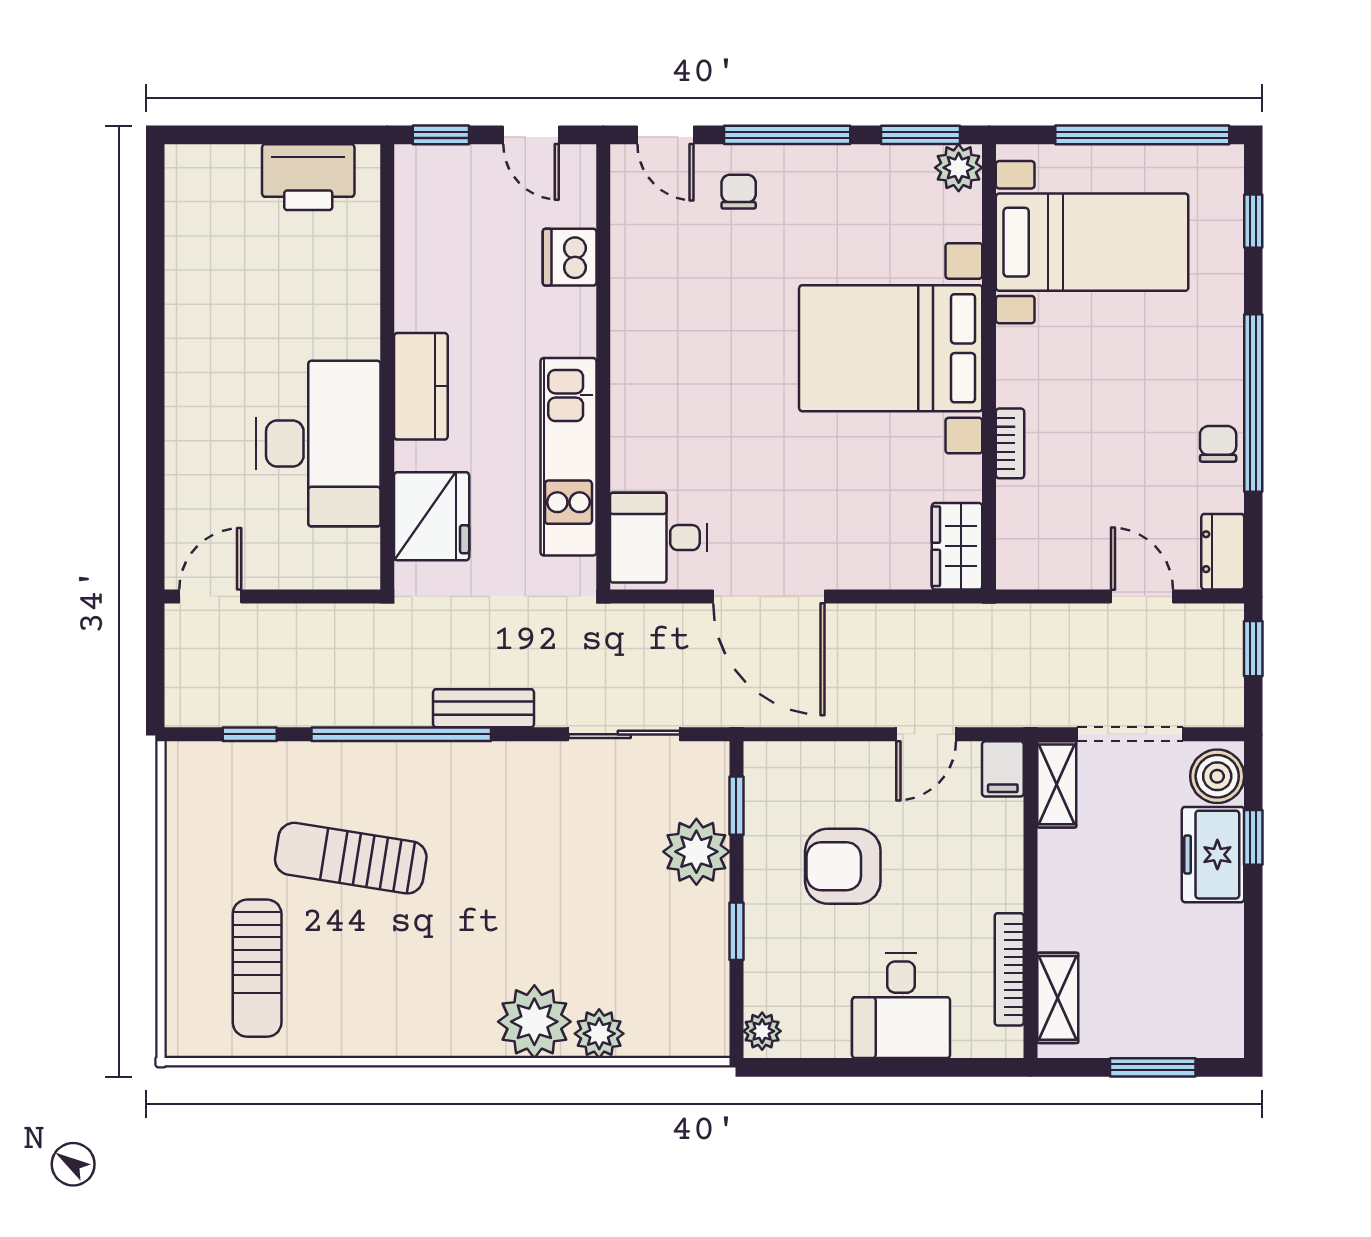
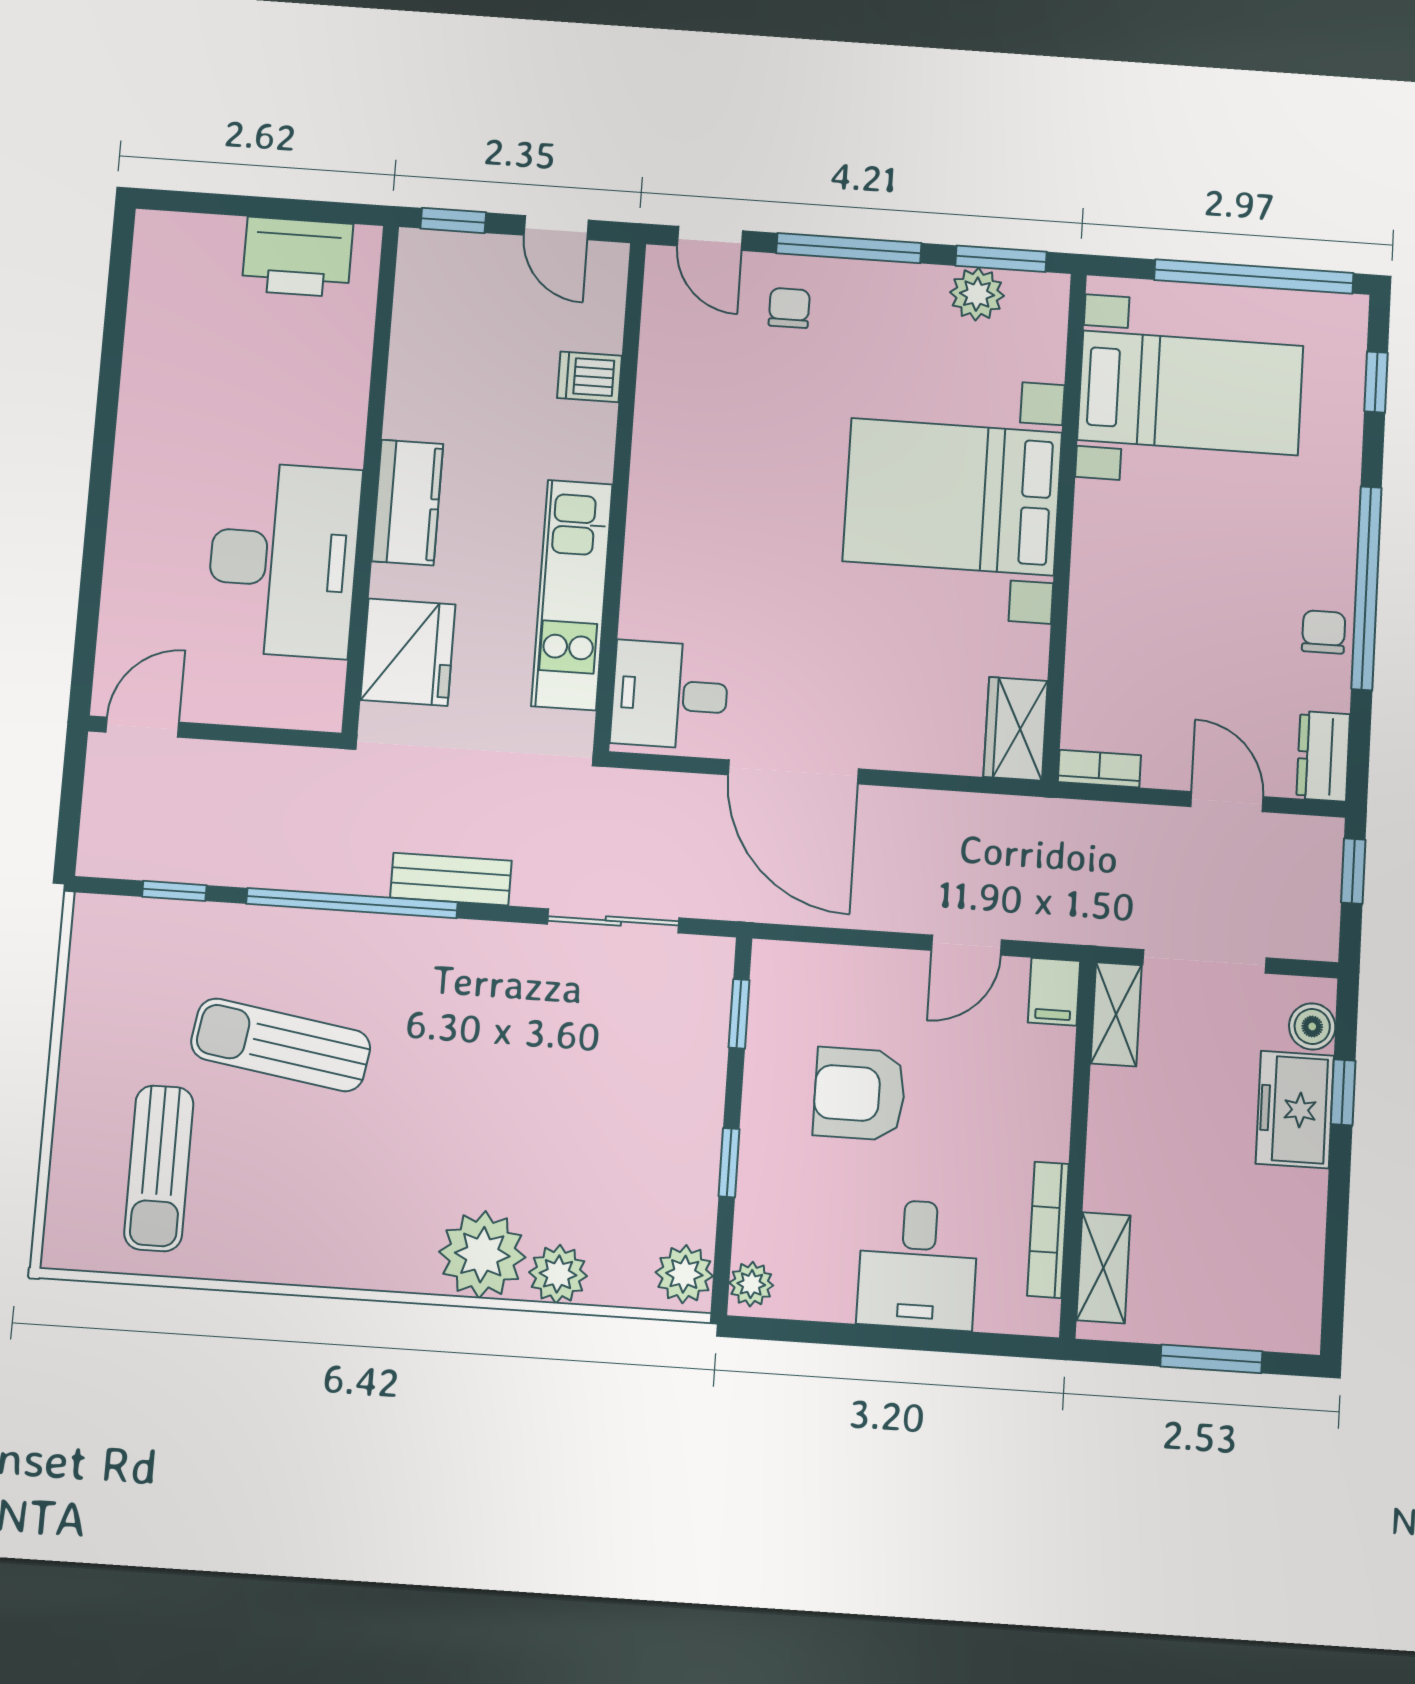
plant: (959, 168) -> (977, 294), moved
dishwasher: (570, 257) -> (590, 377), width x0.73
bookcase: (1010, 443) -> (1099, 769), moved, turned -90
boiler: (1217, 776) -> (1312, 1026), width x0.73, depth x0.73
plant: (696, 852) -> (684, 1274), moved, width x0.73, depth x0.73

